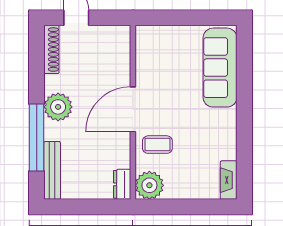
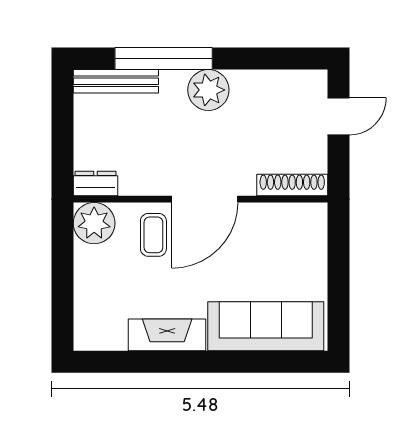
shoe rack: (51, 49) -> (292, 185), moved, turned 180
door: (133, 109) -> (205, 199), swing flipped
fireplace: (229, 180) -> (167, 335), moved, width x1.37, depth x1.32

